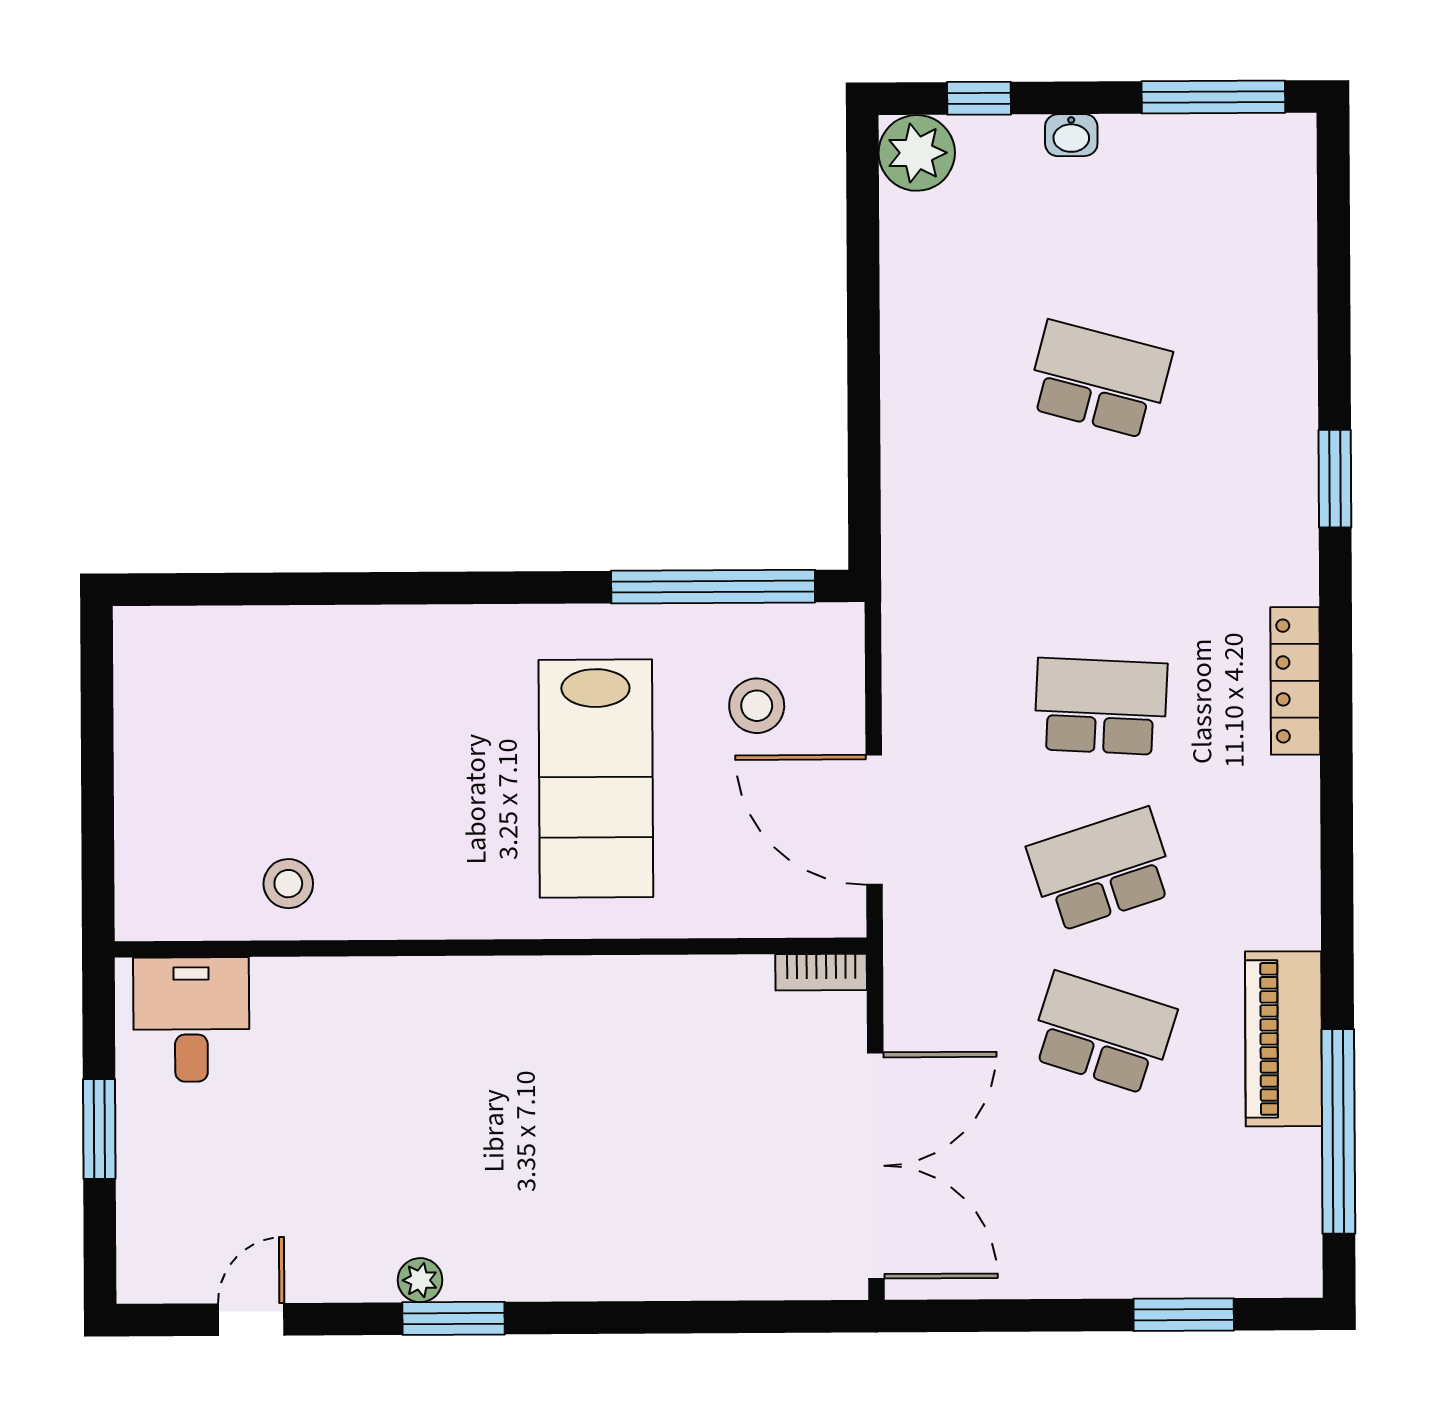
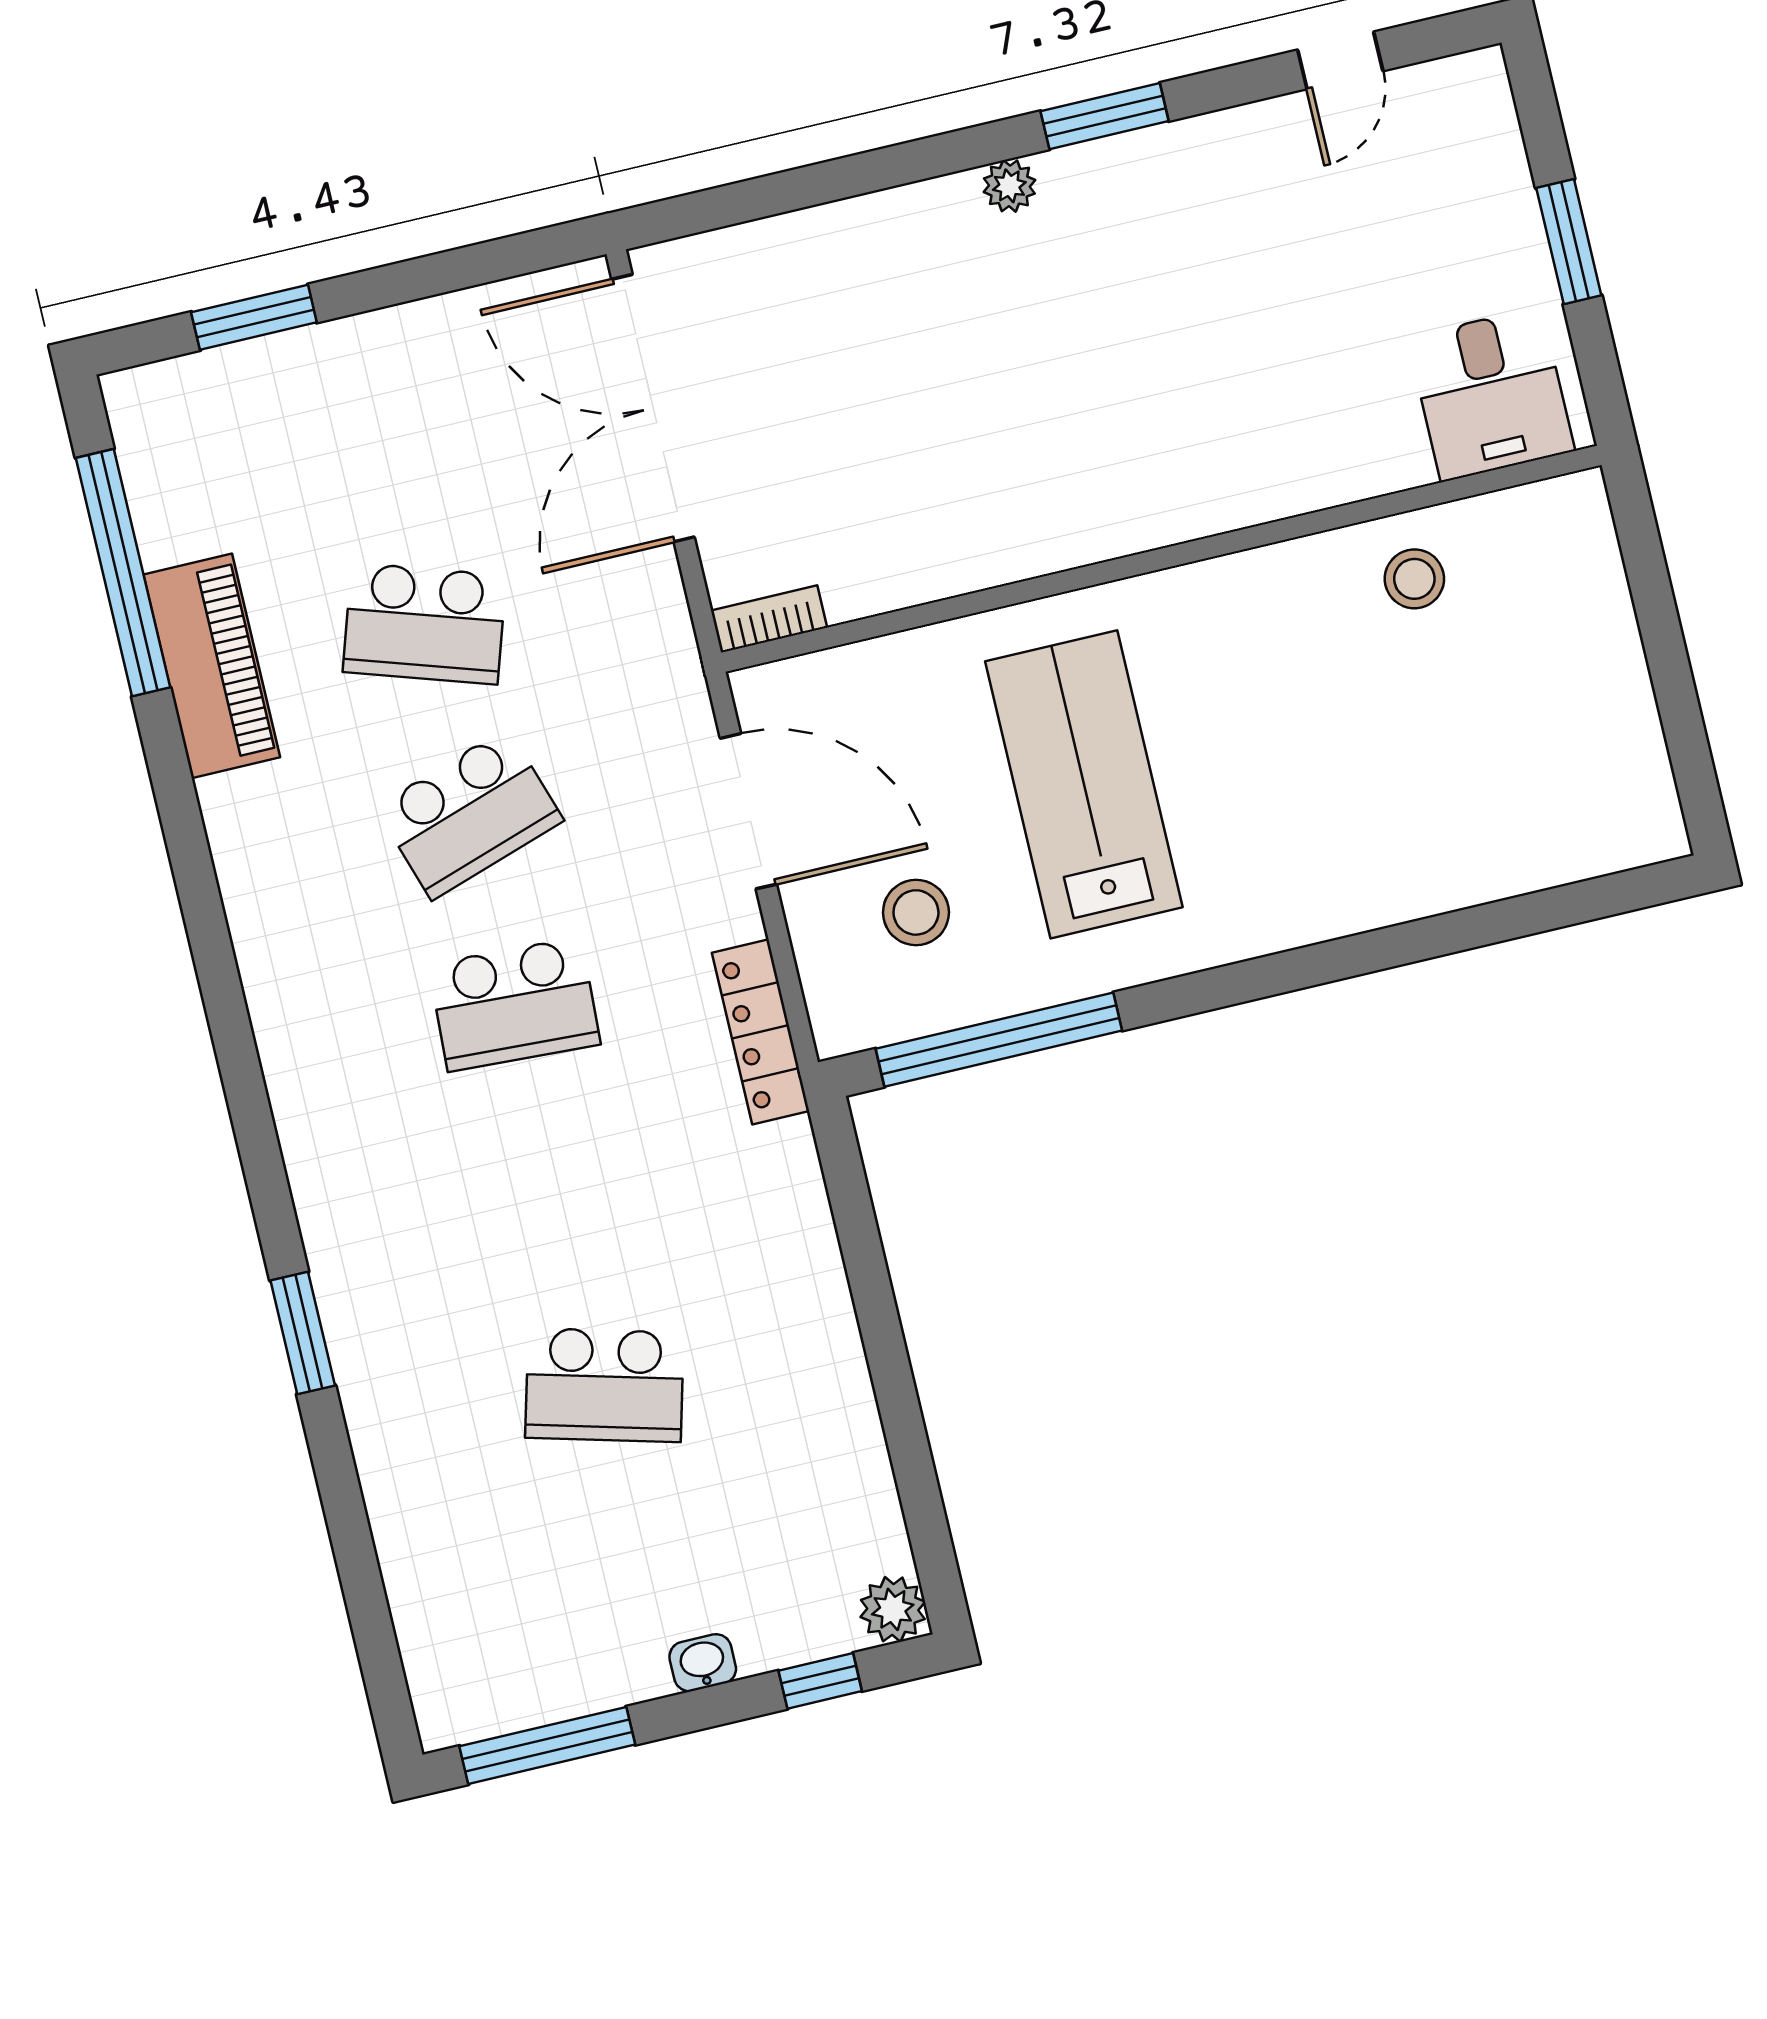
plant: (917, 153) -> (893, 1609), width x0.73, depth x0.73
locker: (1295, 681) -> (761, 1032), moved, turned 180
plant: (420, 1280) -> (1009, 186), moved

